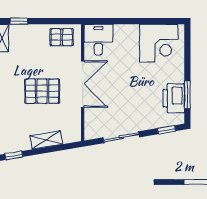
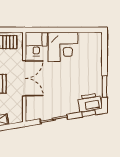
corner desk: (159, 43) -> (63, 47), moved
printer: (174, 98) -> (90, 103), moved, turned 80

